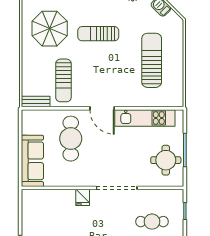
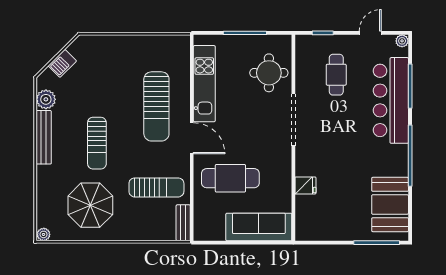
sun lounger: (152, 60) -> (156, 106), moved, turned -90
door: (102, 108) -> (192, 138), hinge flipped
round table: (166, 160) -> (269, 73), moved
fridge: (83, 197) -> (305, 185), moved

